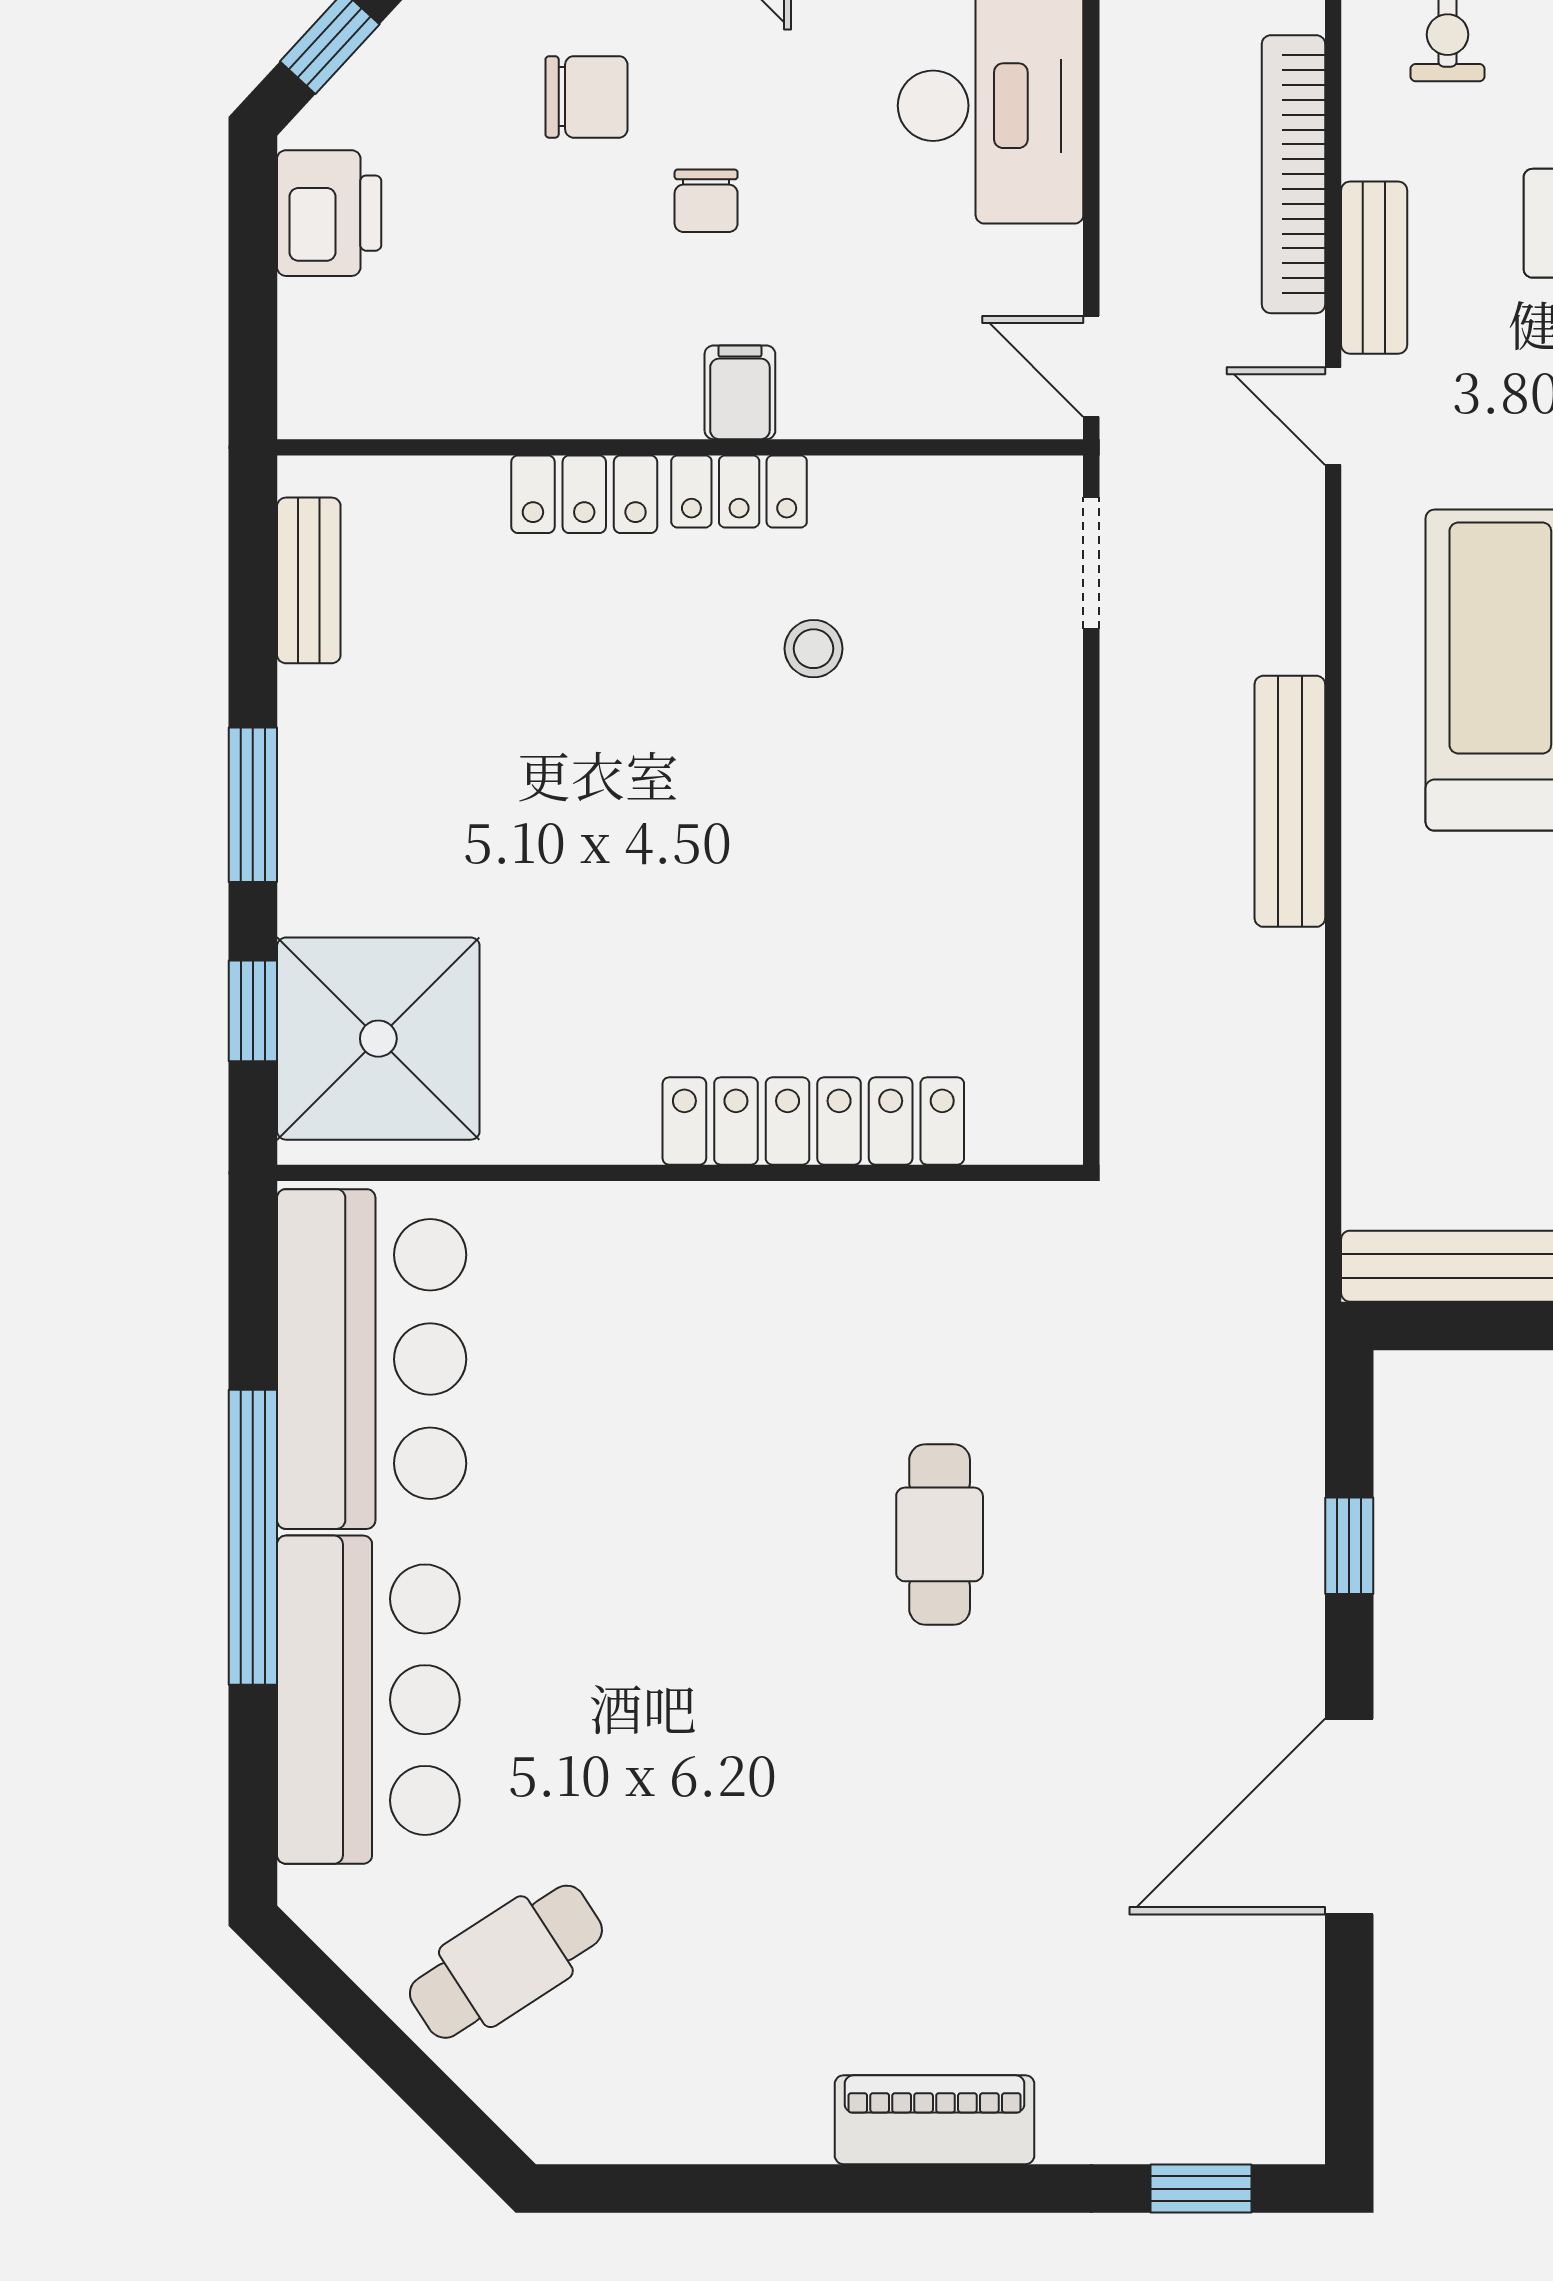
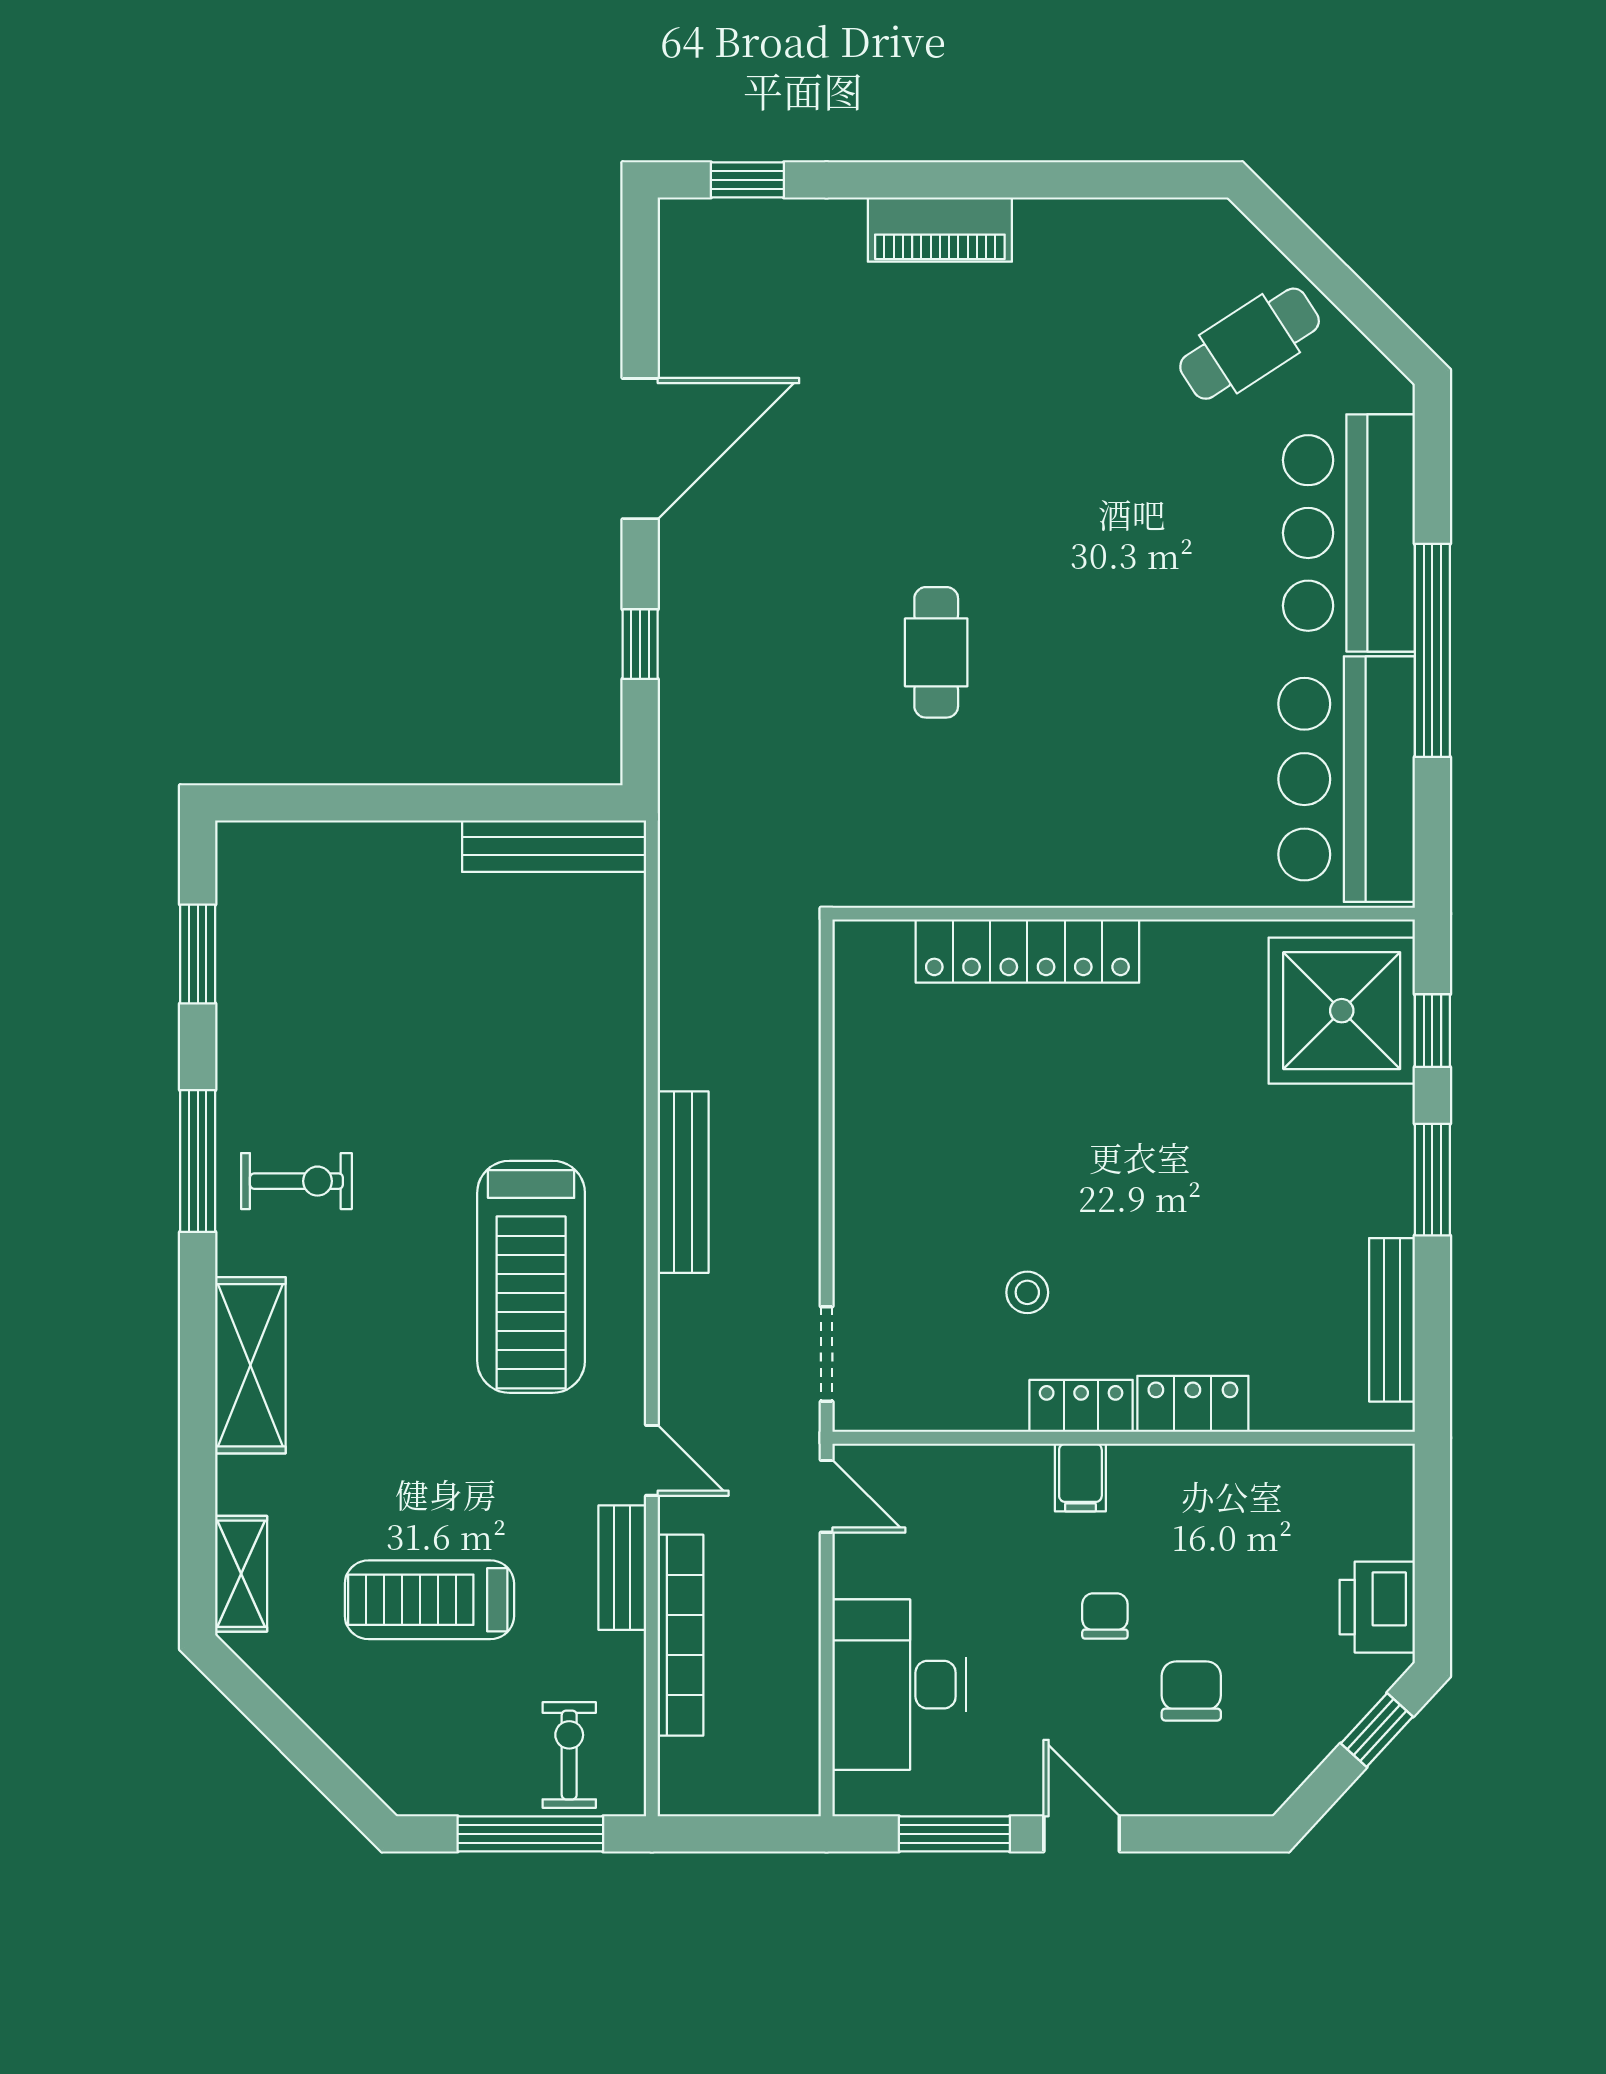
chair: (586, 97) -> (1191, 1691), turned 90
bench: (309, 580) -> (1392, 1320), width x1.36

